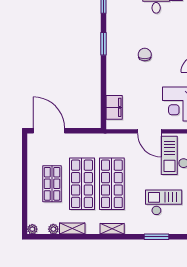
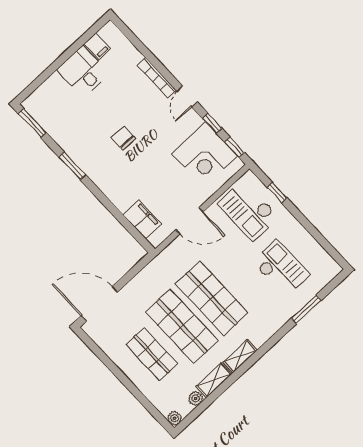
door: (149, 131) -> (189, 221), moved
checkout: (164, 202) -> (281, 268), turned 90
shelving: (112, 229) -> (240, 356), moved

